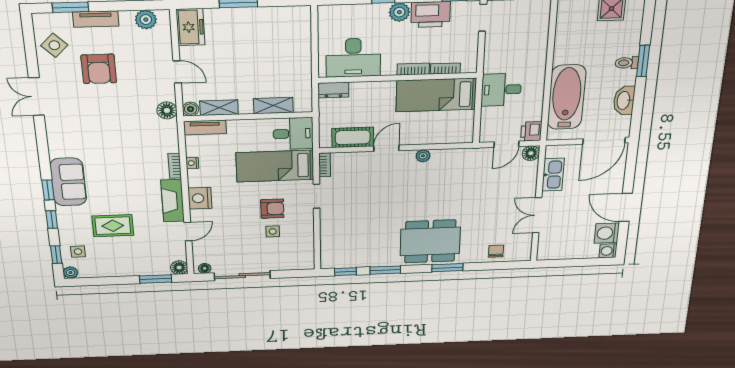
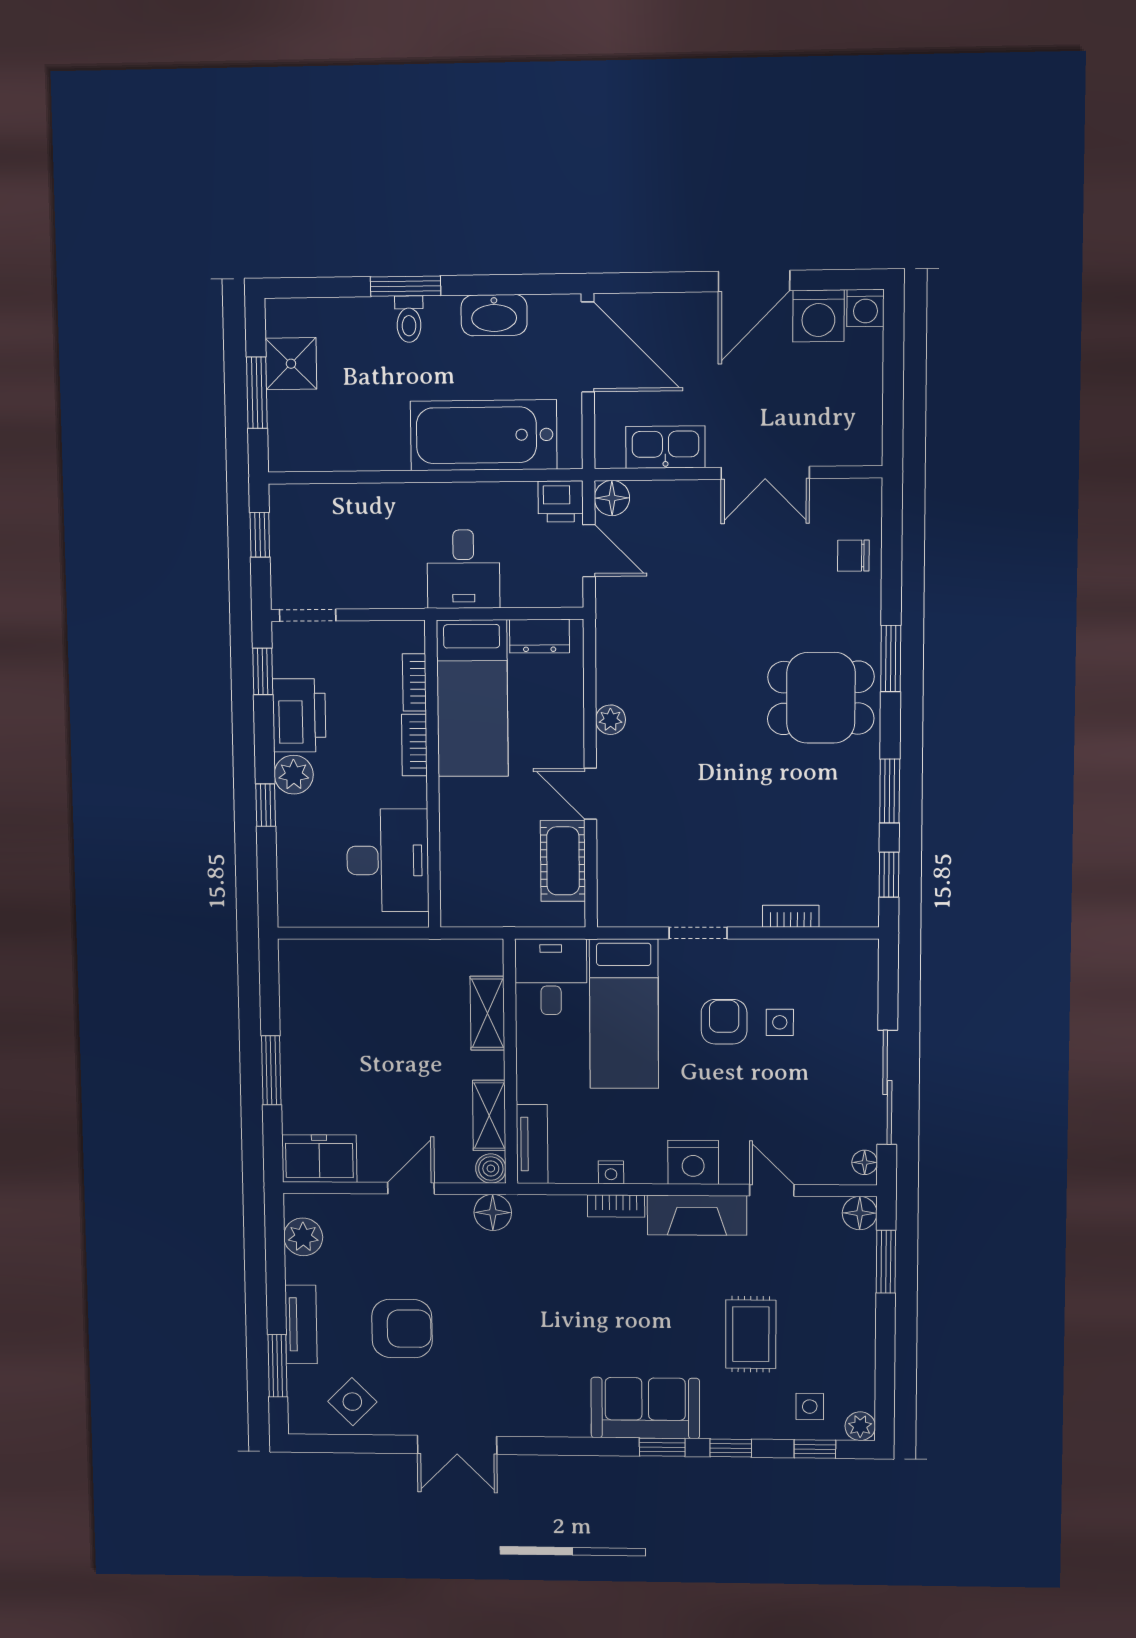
dresser: (333, 90) -> (540, 636), moved, turned 90
bookcase: (325, 165) -> (791, 916), moved
dining table: (430, 241) -> (821, 698), width x0.73

